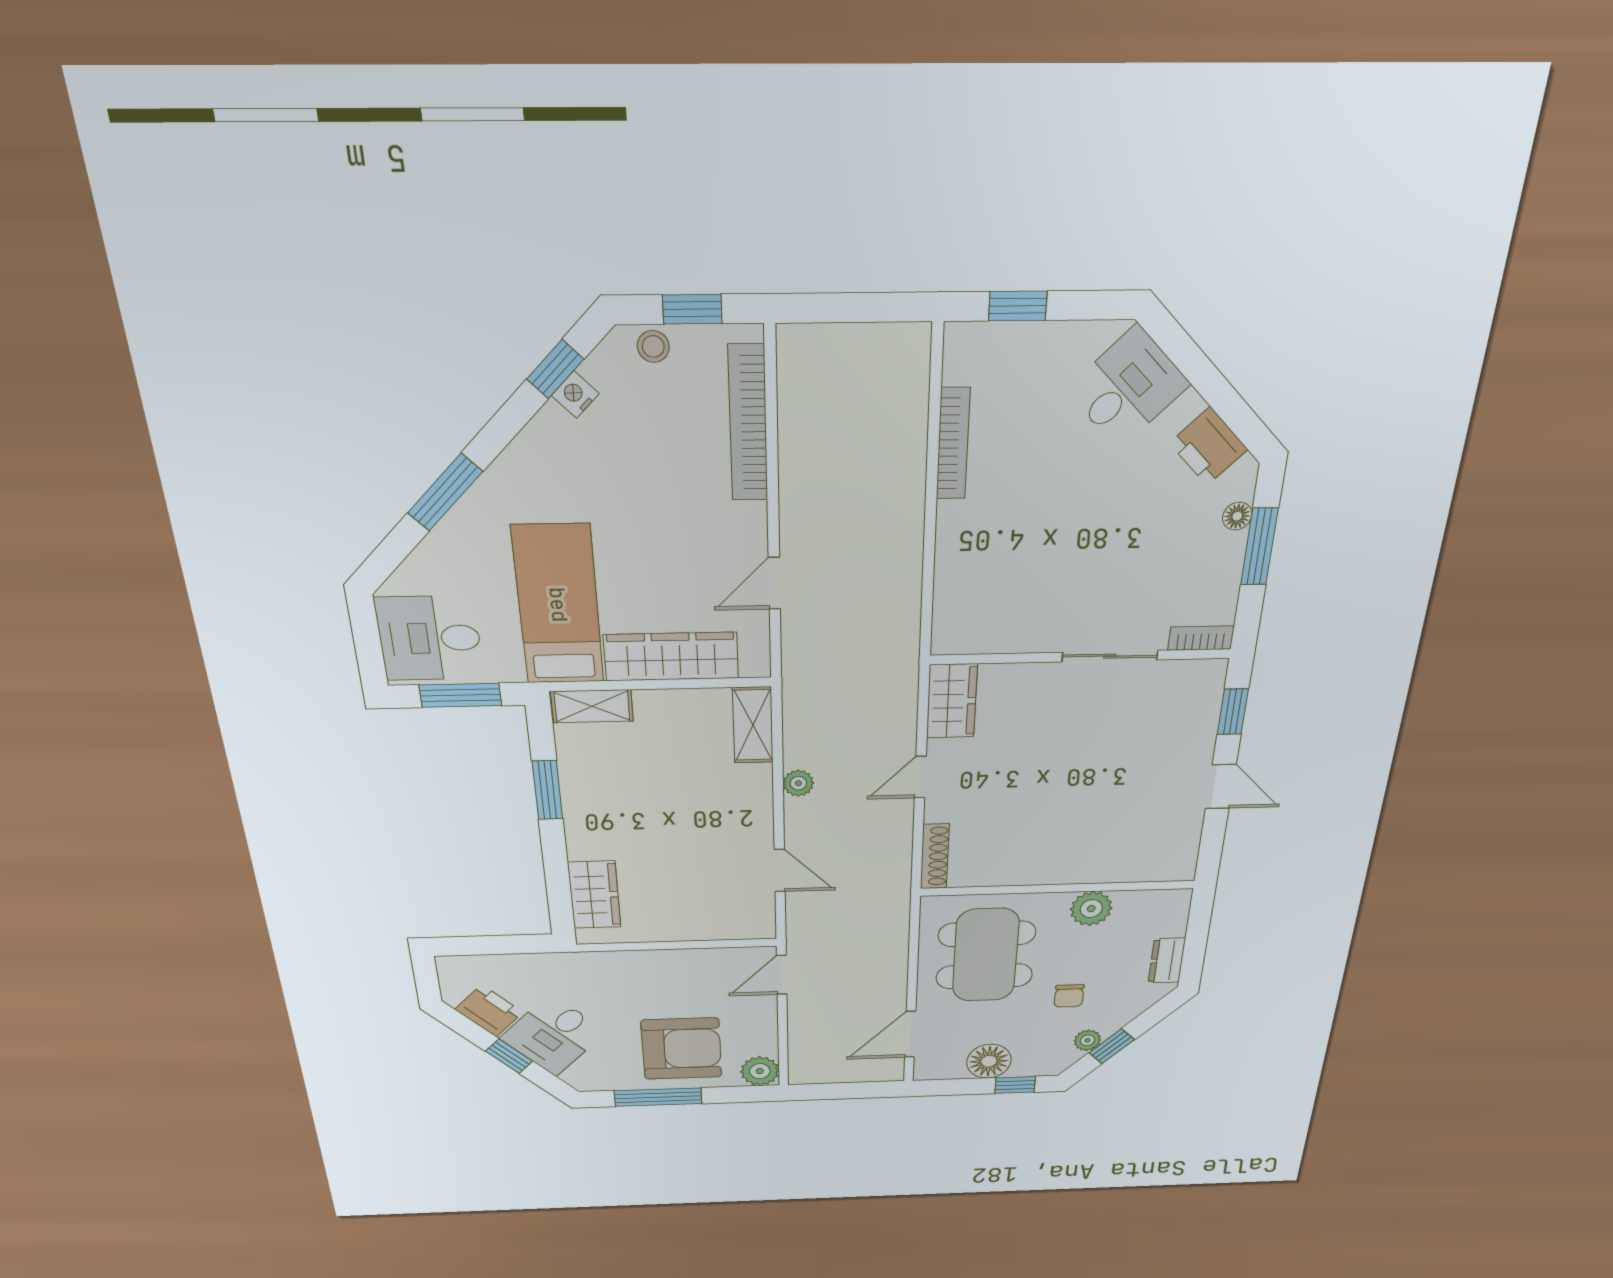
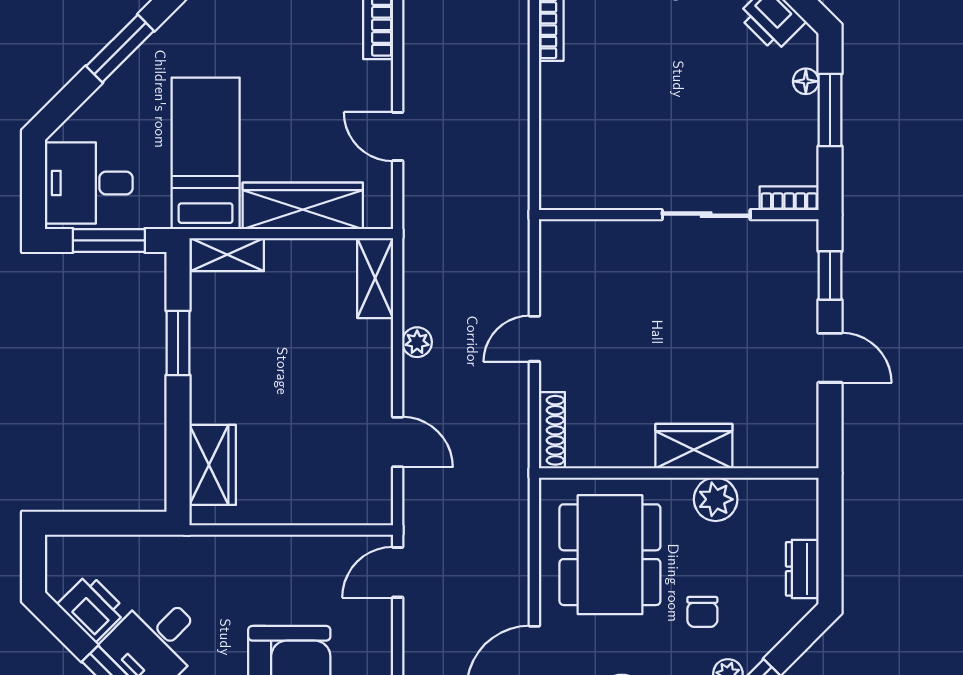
door: (774, 583) -> (398, 137), hinge flipped
wardrobe: (952, 701) -> (694, 446), moved, turned -90

